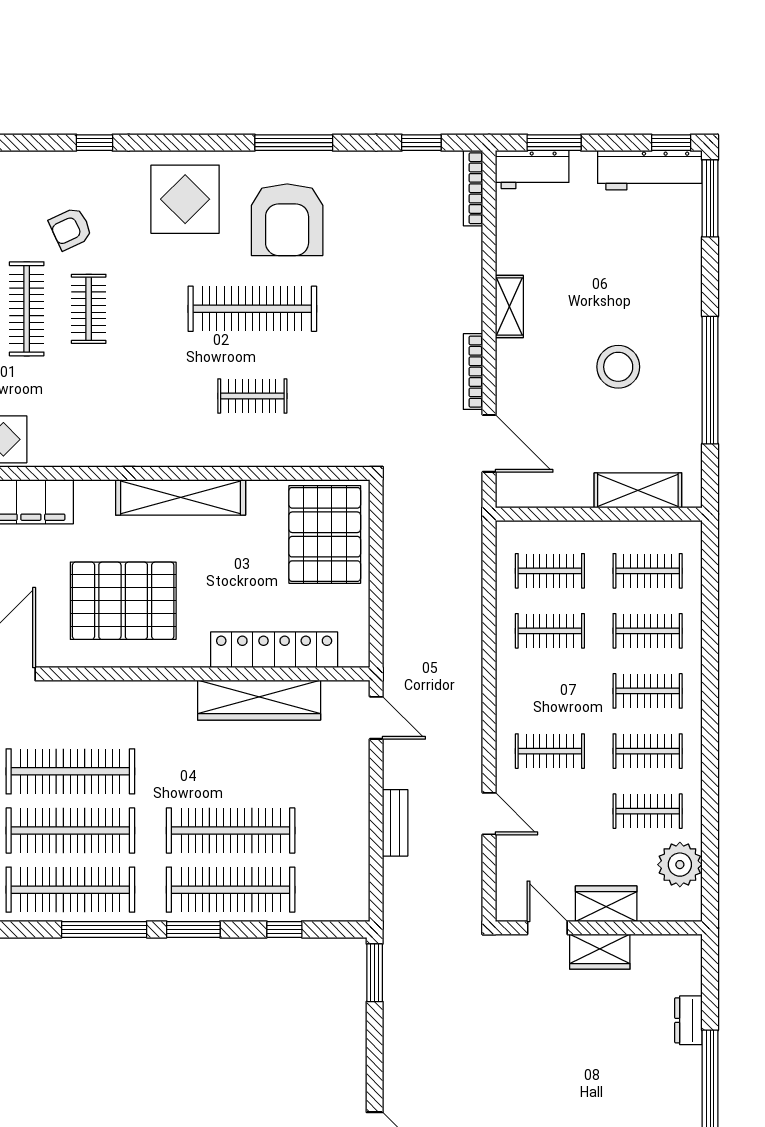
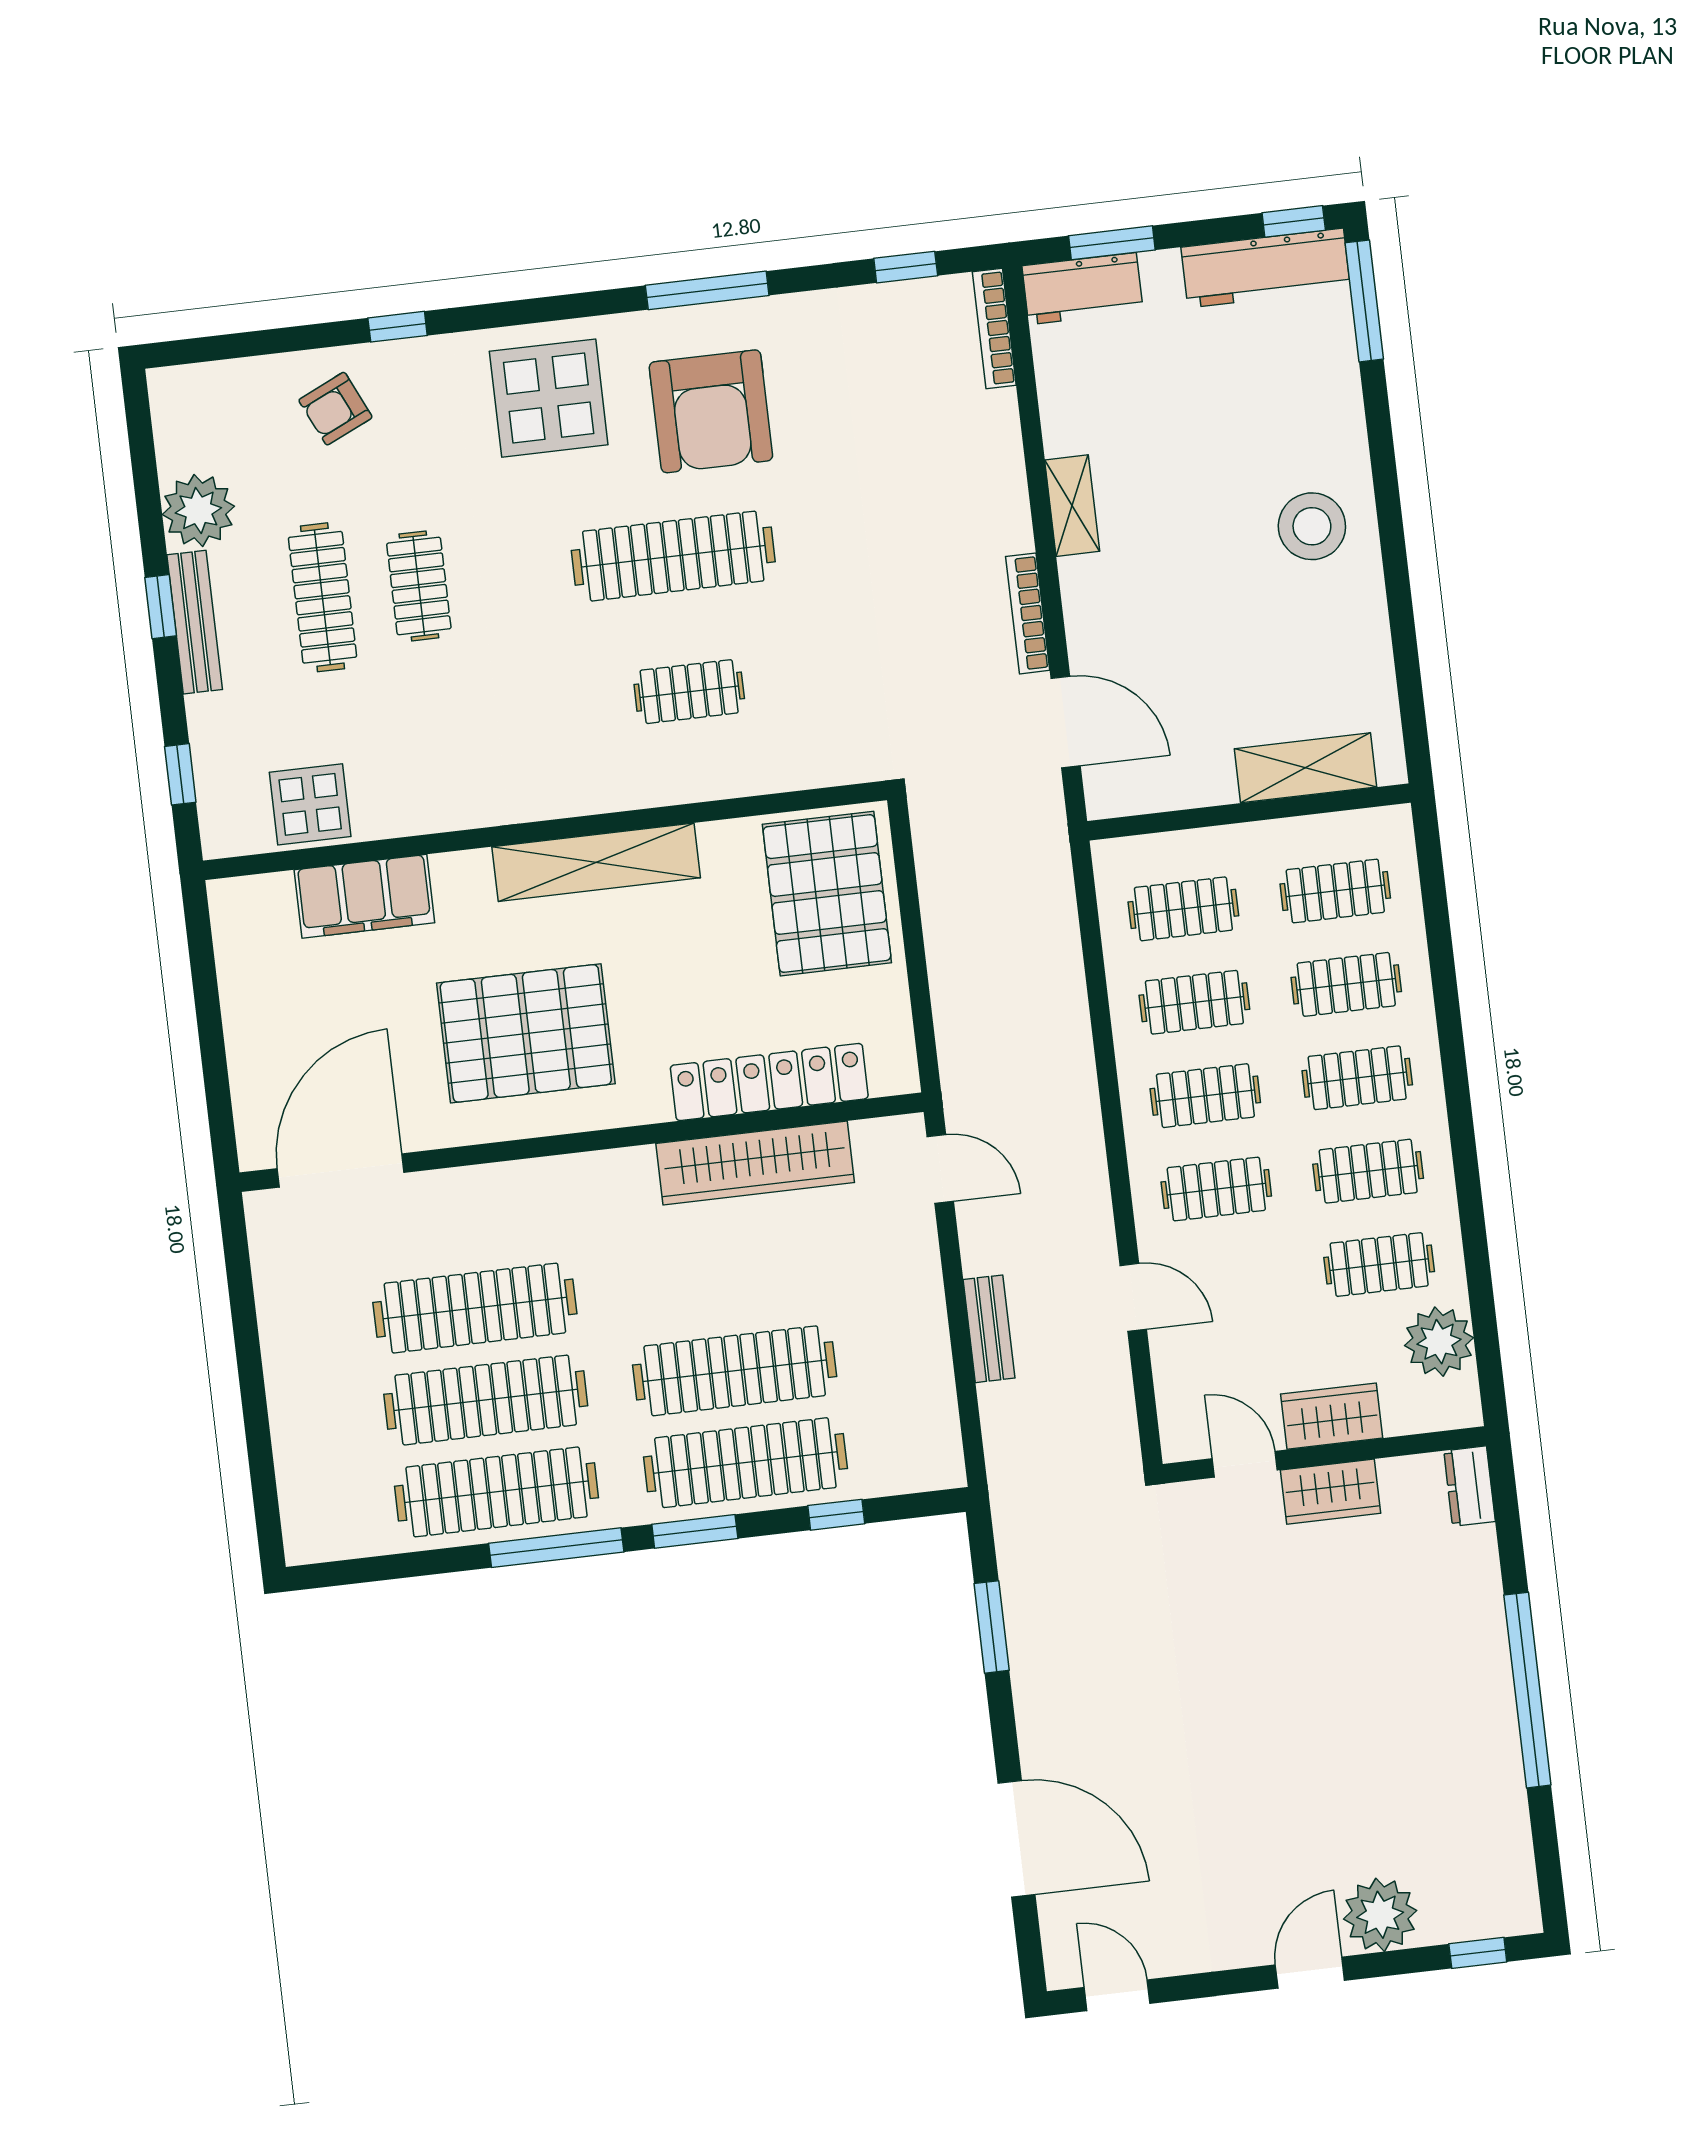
armchair: (71, 229) -> (335, 409), moved
stool: (618, 367) -> (1312, 526), moved
window: (710, 380) -> (1397, 583), removed
clothes rail: (550, 691) -> (1205, 1096), added
window: (375, 973) -> (992, 1627), moved
dresser: (688, 1020) -> (1470, 1486), moved

